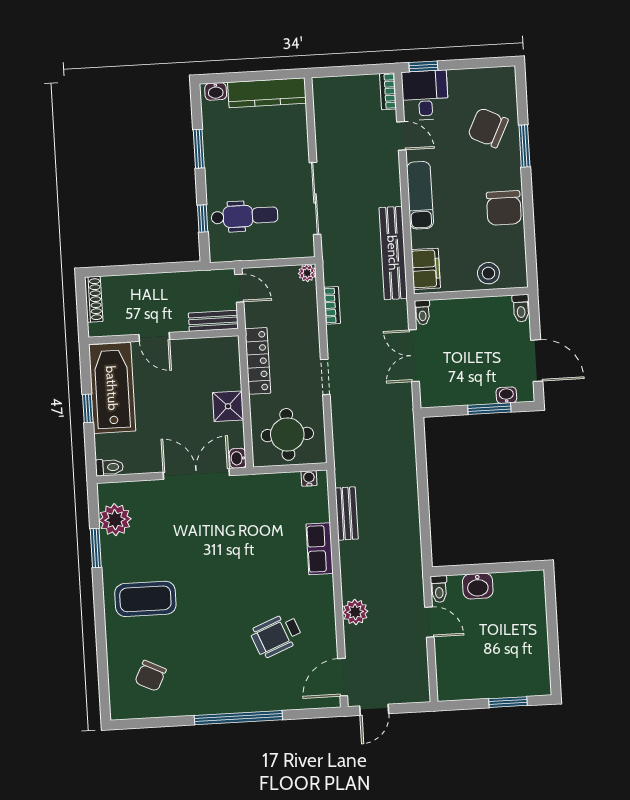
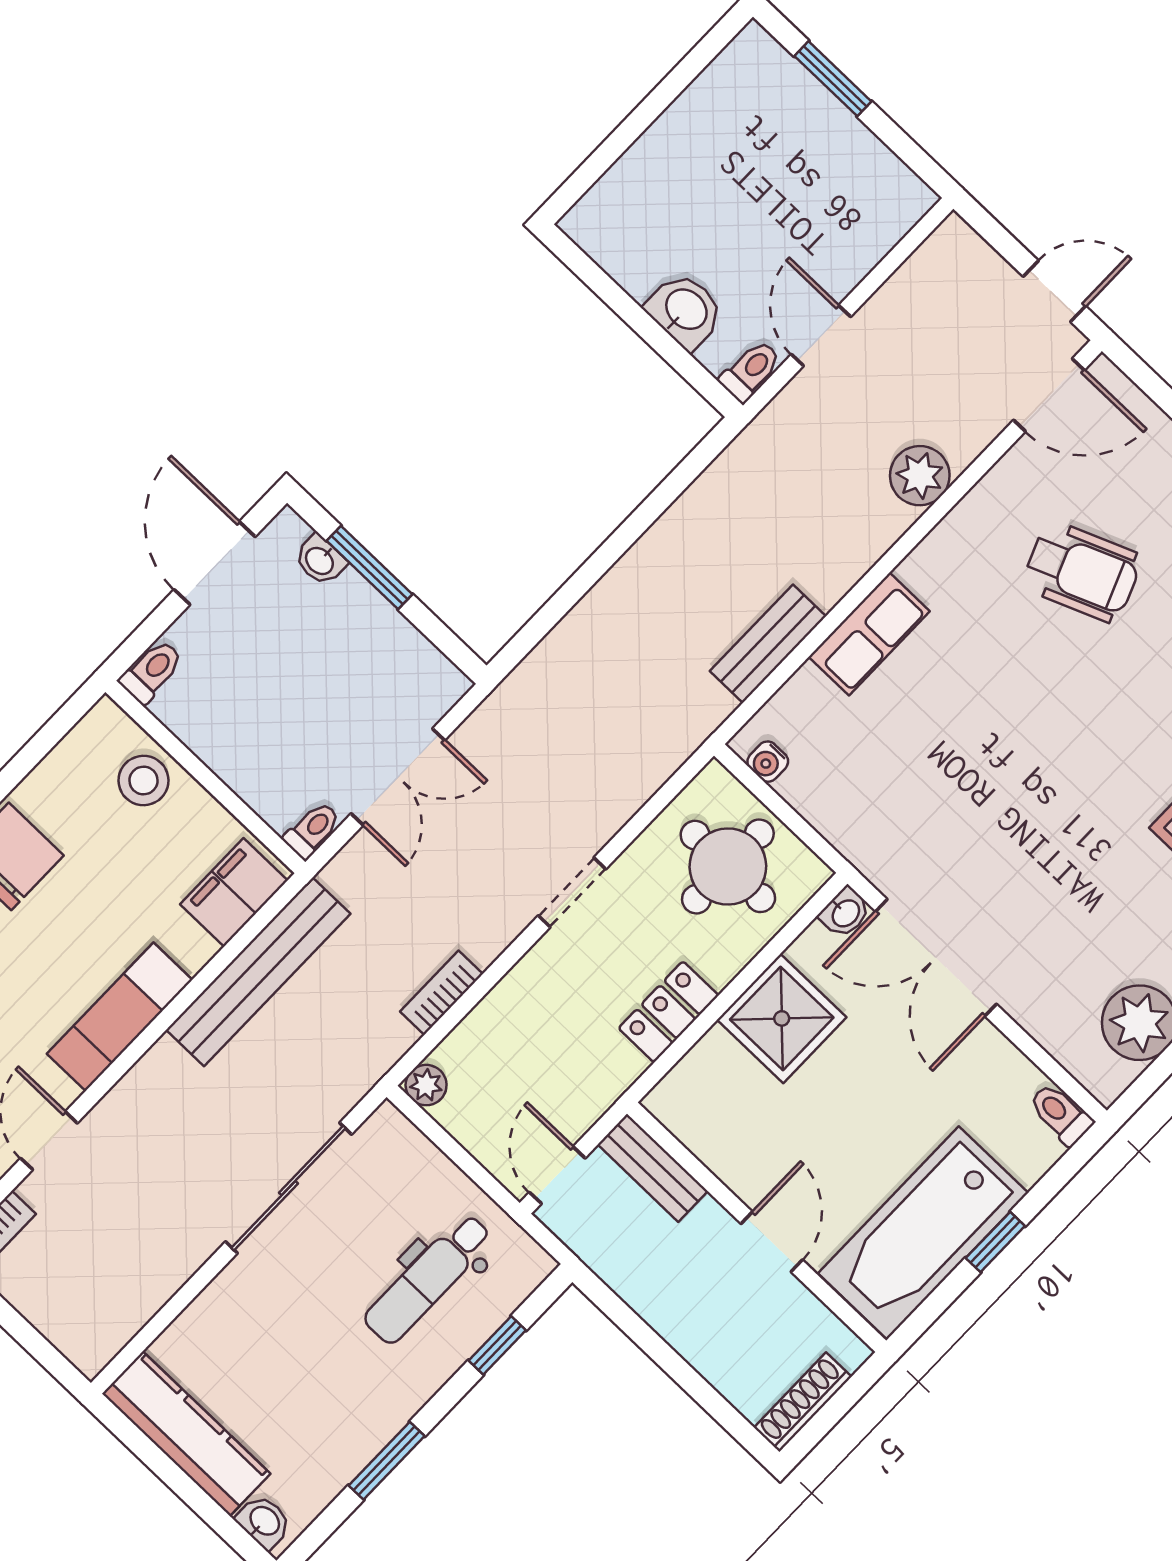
dental chair: (245, 216) -> (428, 1279), turned -90
locker: (258, 361) -> (669, 1012), width x0.66
shower: (228, 406) -> (782, 1018), width x1.36, depth x1.36

